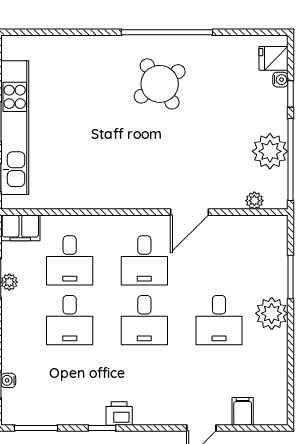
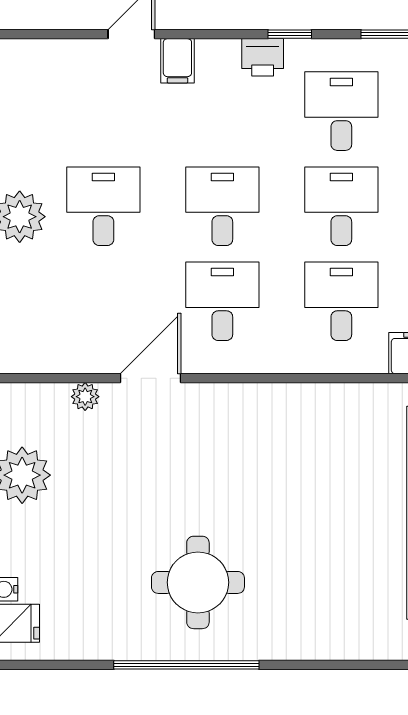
round table: (160, 84) -> (198, 582), turned 34
plant: (254, 201) -> (85, 397), moved
desk: (70, 380) -> (341, 111), added
filing cabinet: (243, 411) -> (177, 61), moved

